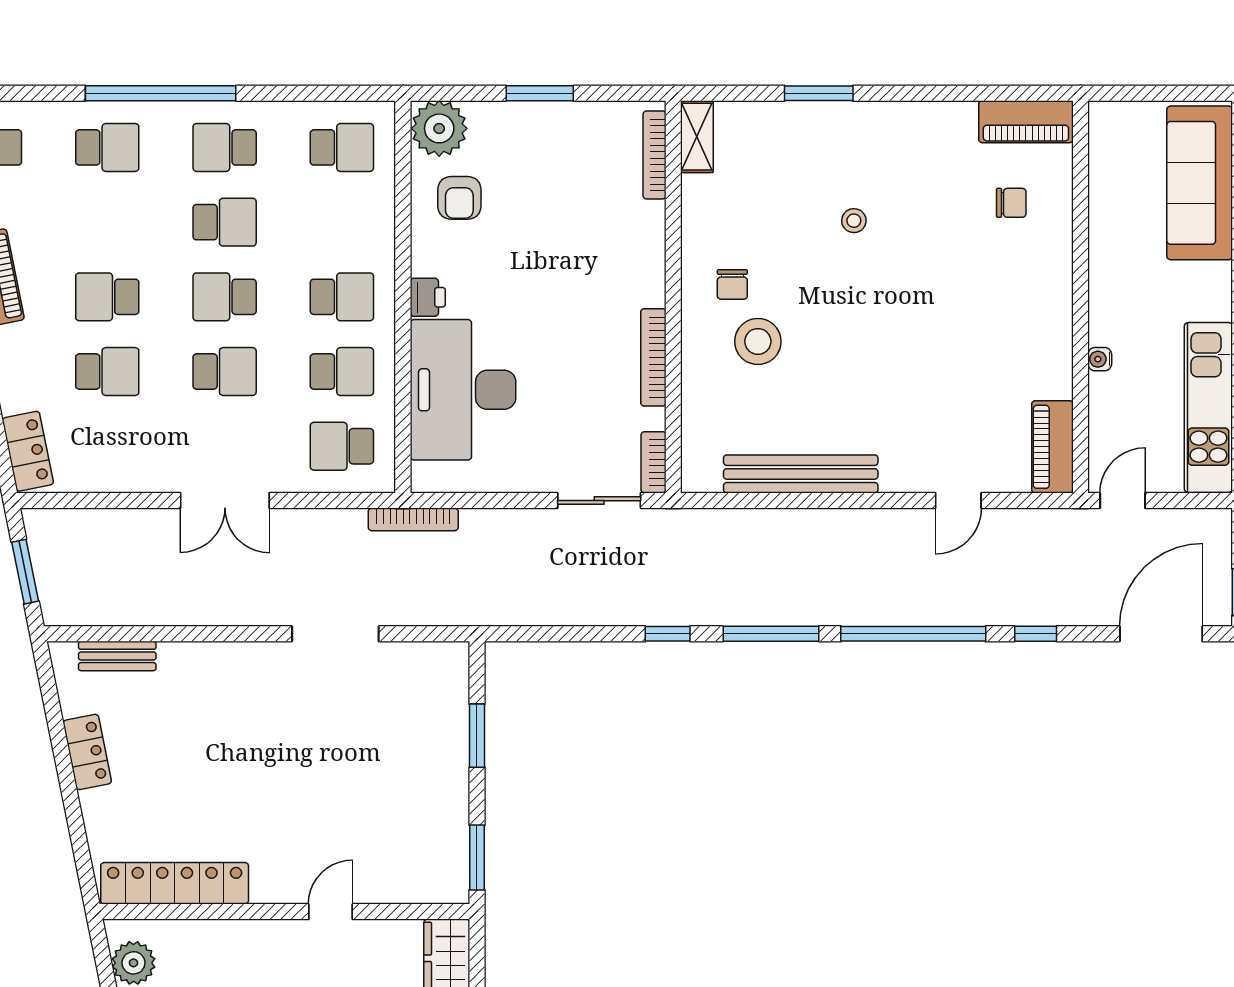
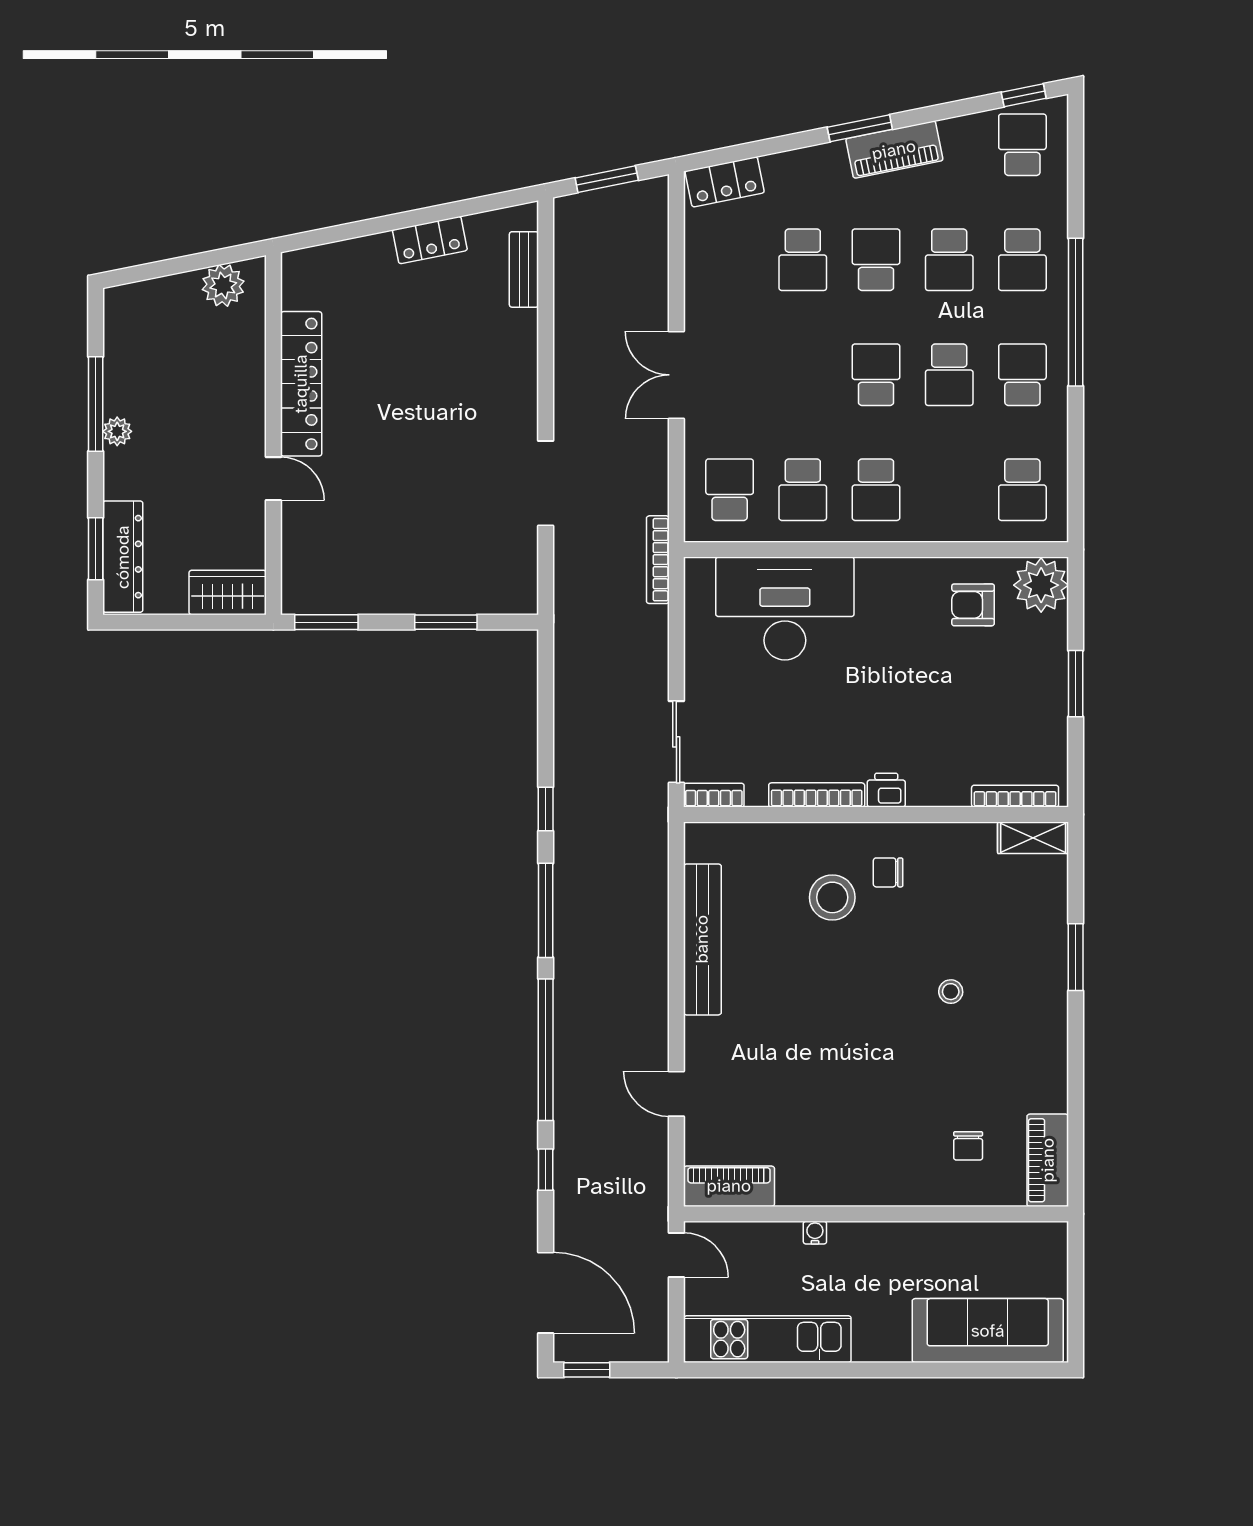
printer: (428, 297) -> (886, 790), moved, turned 180
school desk: (225, 372) -> (949, 260), moved
locker: (175, 883) -> (301, 384), moved

